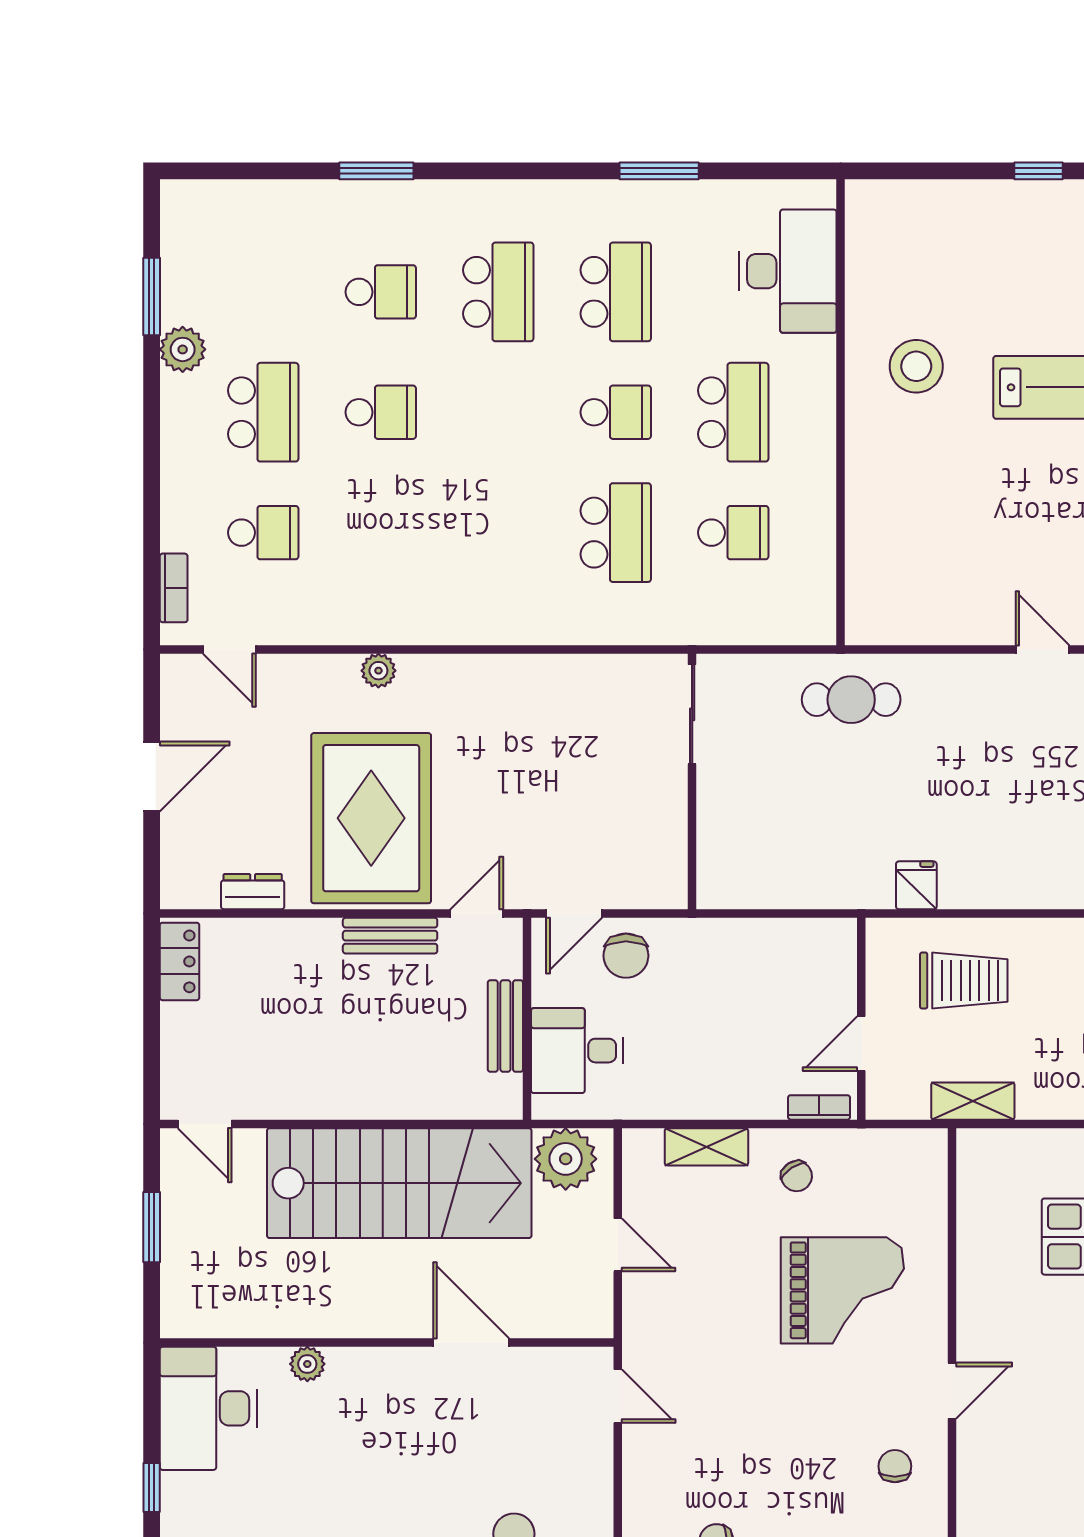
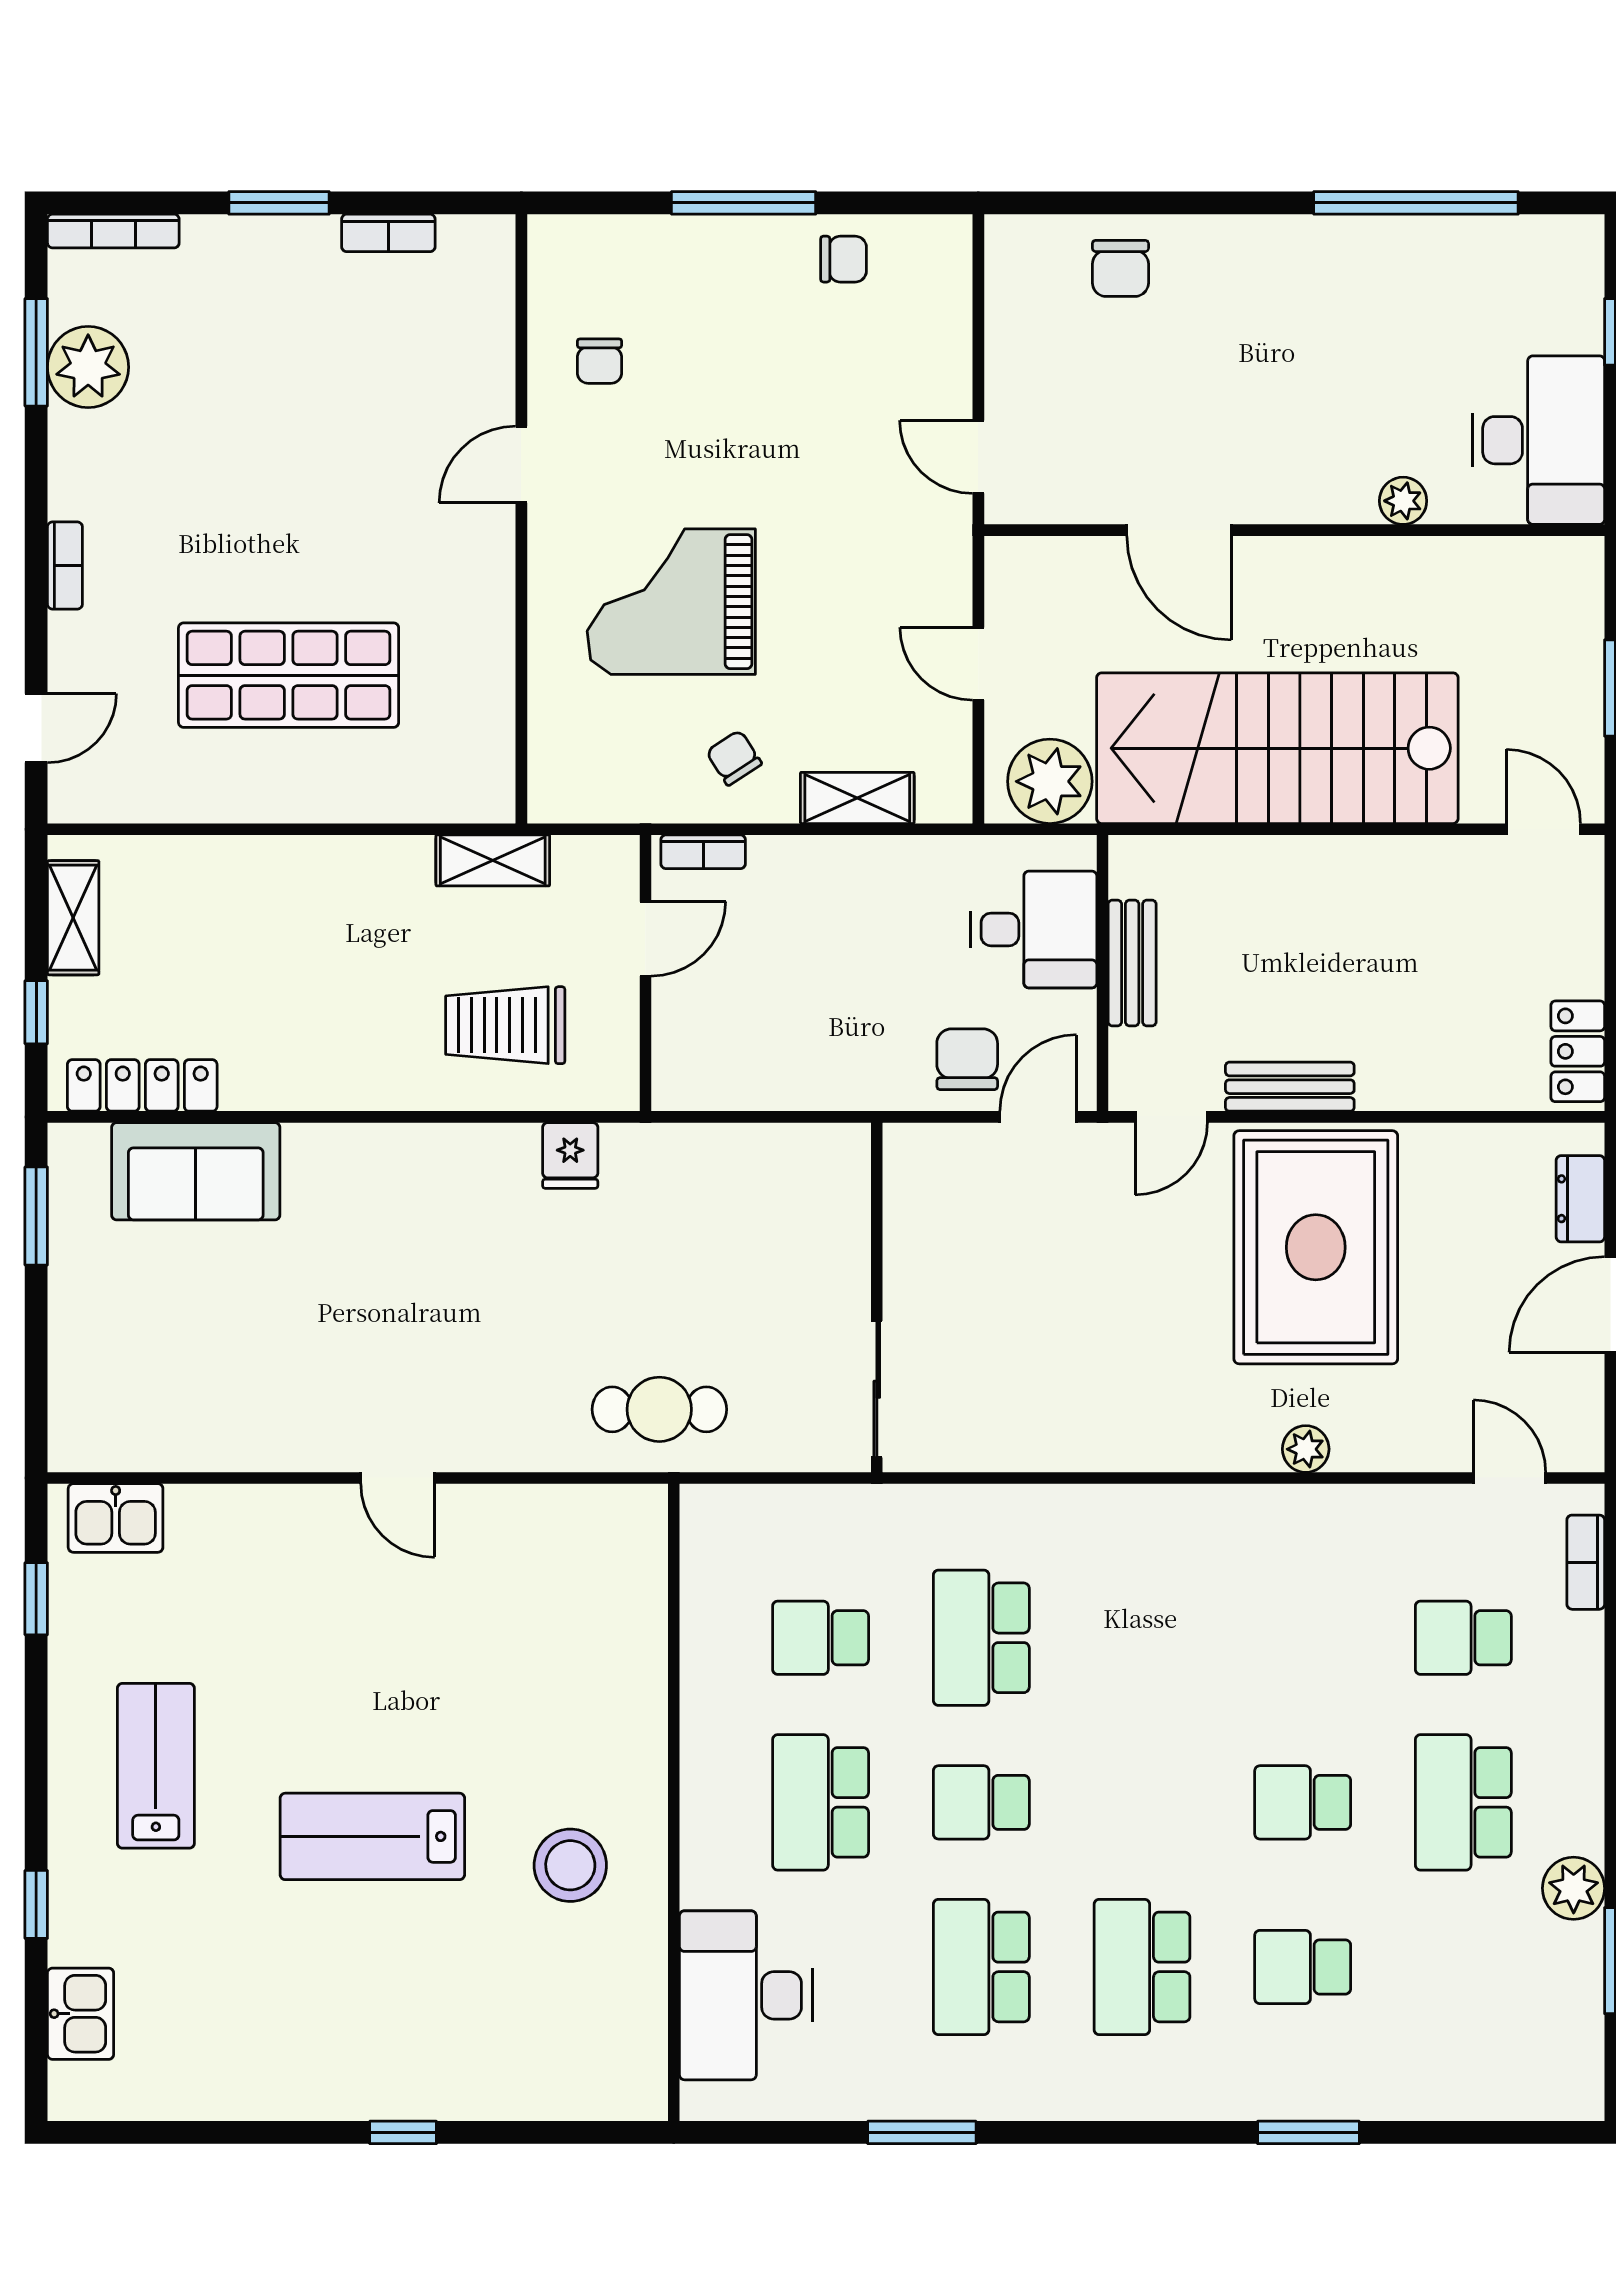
dresser: (253, 892) -> (1580, 1199), moved, turned 90

